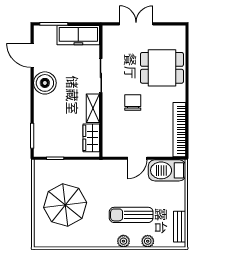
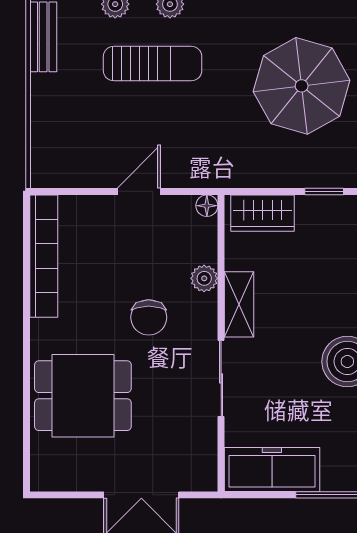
plant: (108, 120) -> (204, 278), added
wardrobe: (91, 138) -> (263, 213), moved, turned 90
floor lamp: (107, 152) -> (207, 206), added
barbecue: (167, 170) -> (72, 164), removed

